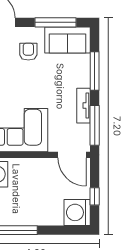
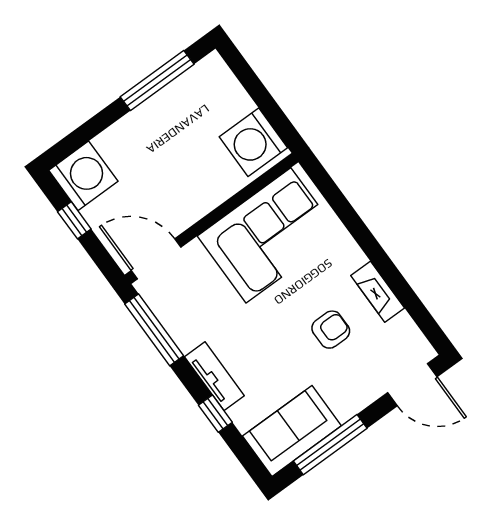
armchair: (28, 52) -> (331, 330), moved, turned -90
window: (95, 71) -> (215, 414), width x0.46
tv unit: (83, 106) -> (214, 376), moved

